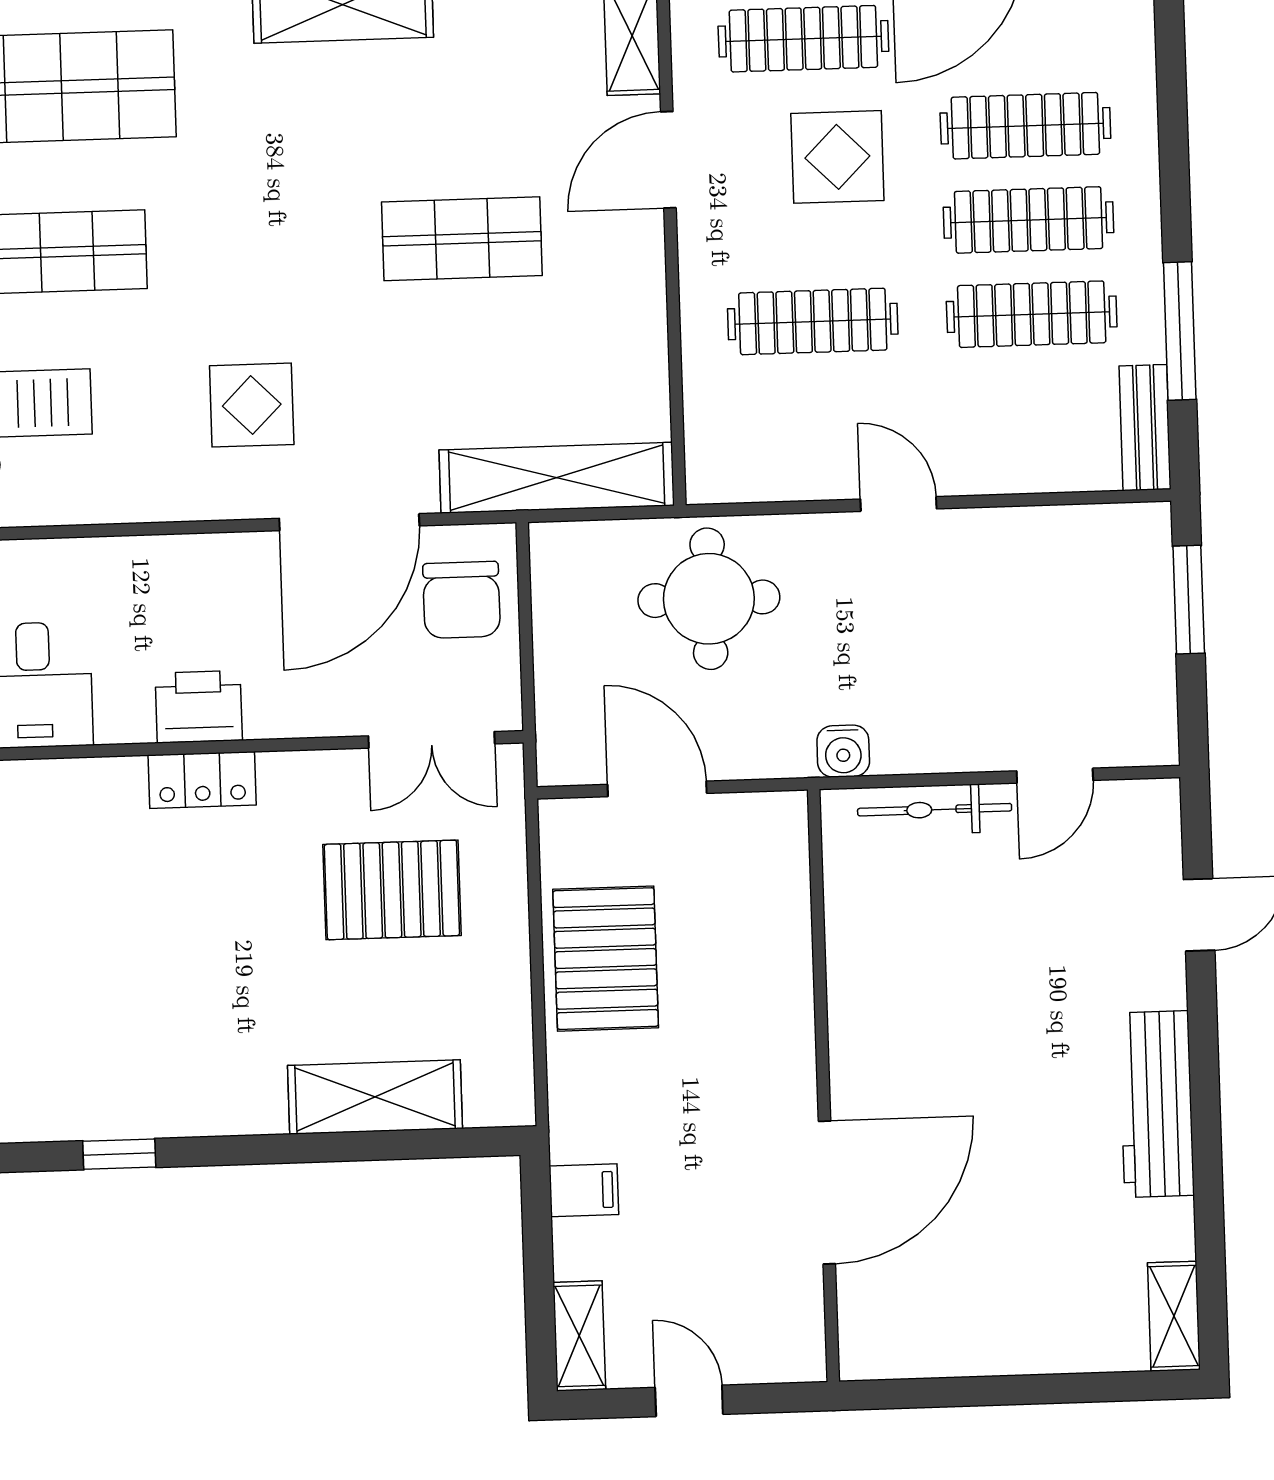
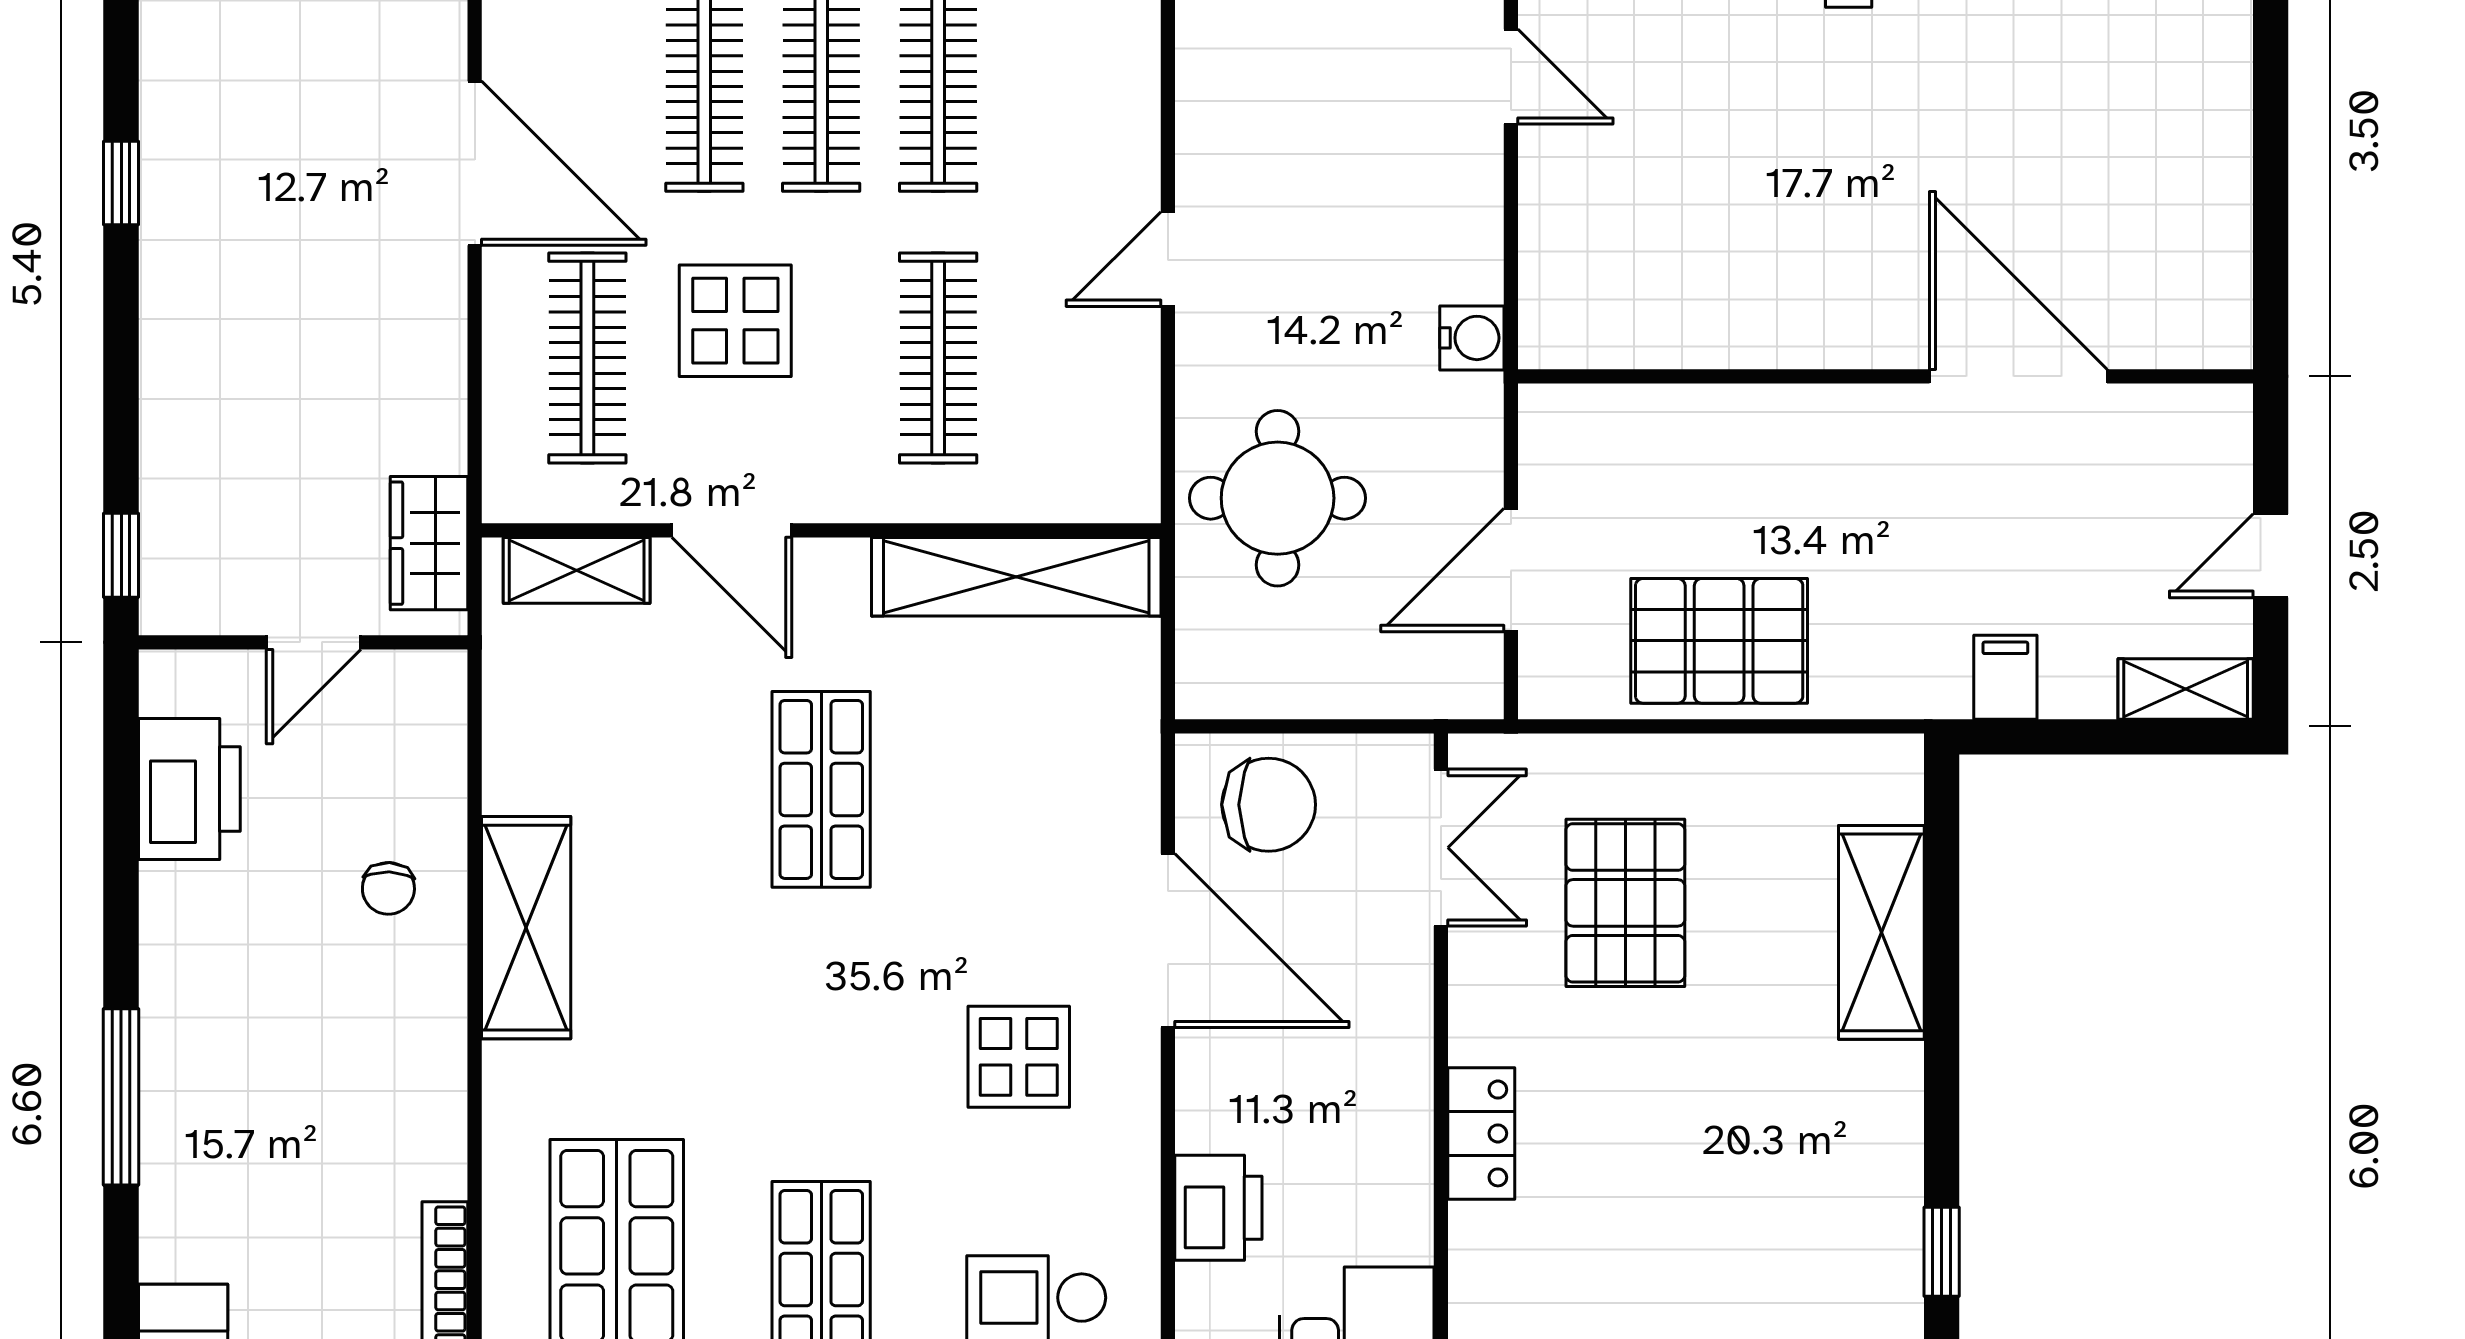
shelving: (557, 478) -> (1016, 577), moved, turned 90
printer: (199, 707) -> (1218, 1208), moved, turned 180
bicycle: (935, 810) -> (1548, 227), removed

